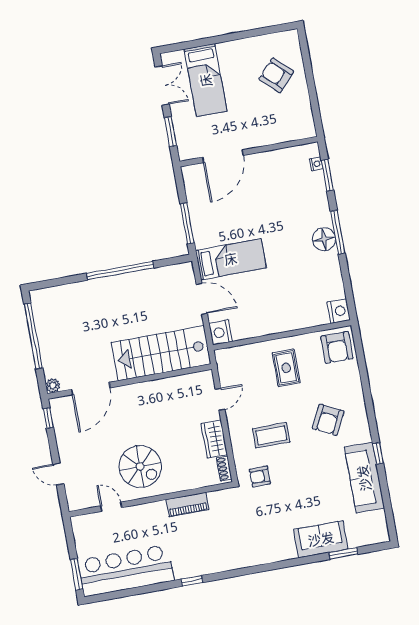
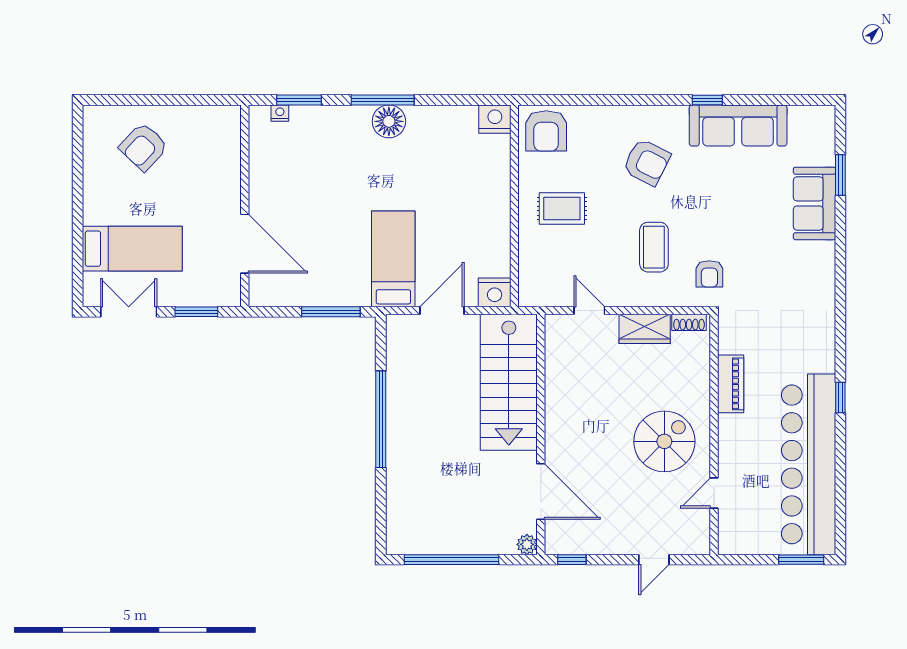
armchair: (337, 347) -> (546, 131), turned 90
bar counter: (126, 570) -> (809, 464), width x1.36

